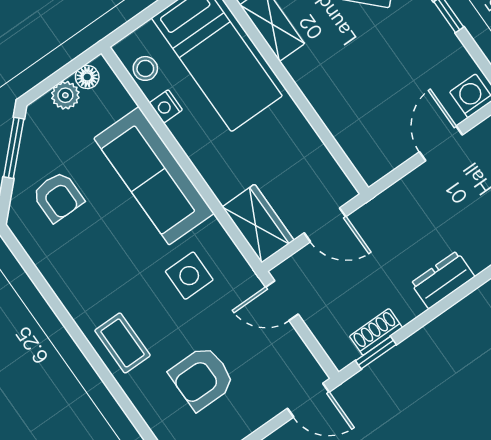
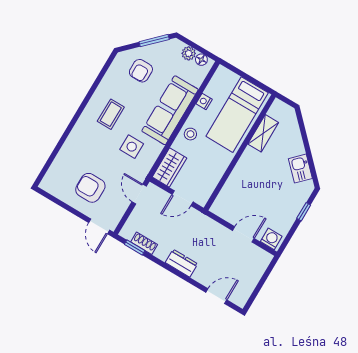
stool: (145, 68) -> (190, 134), moved
door: (325, 225) -> (183, 198), hinge flipped
coffee table: (123, 343) -> (111, 114), moved
armchair: (202, 378) -> (90, 188), moved

